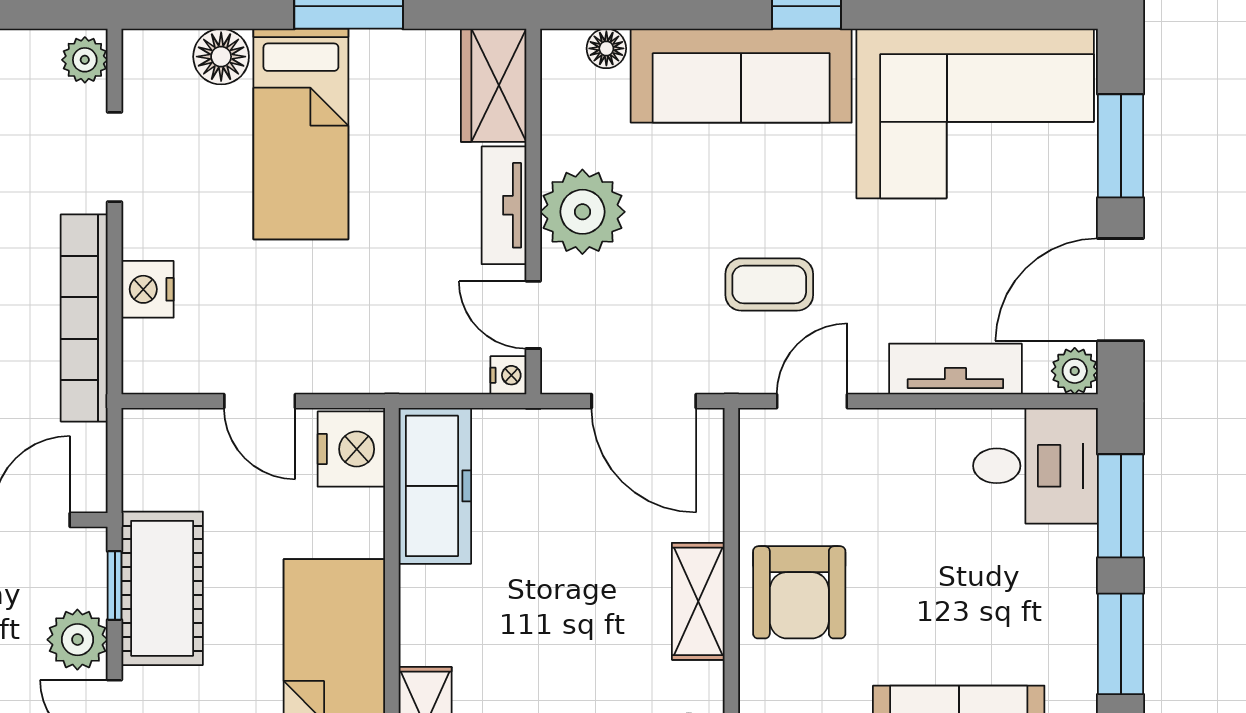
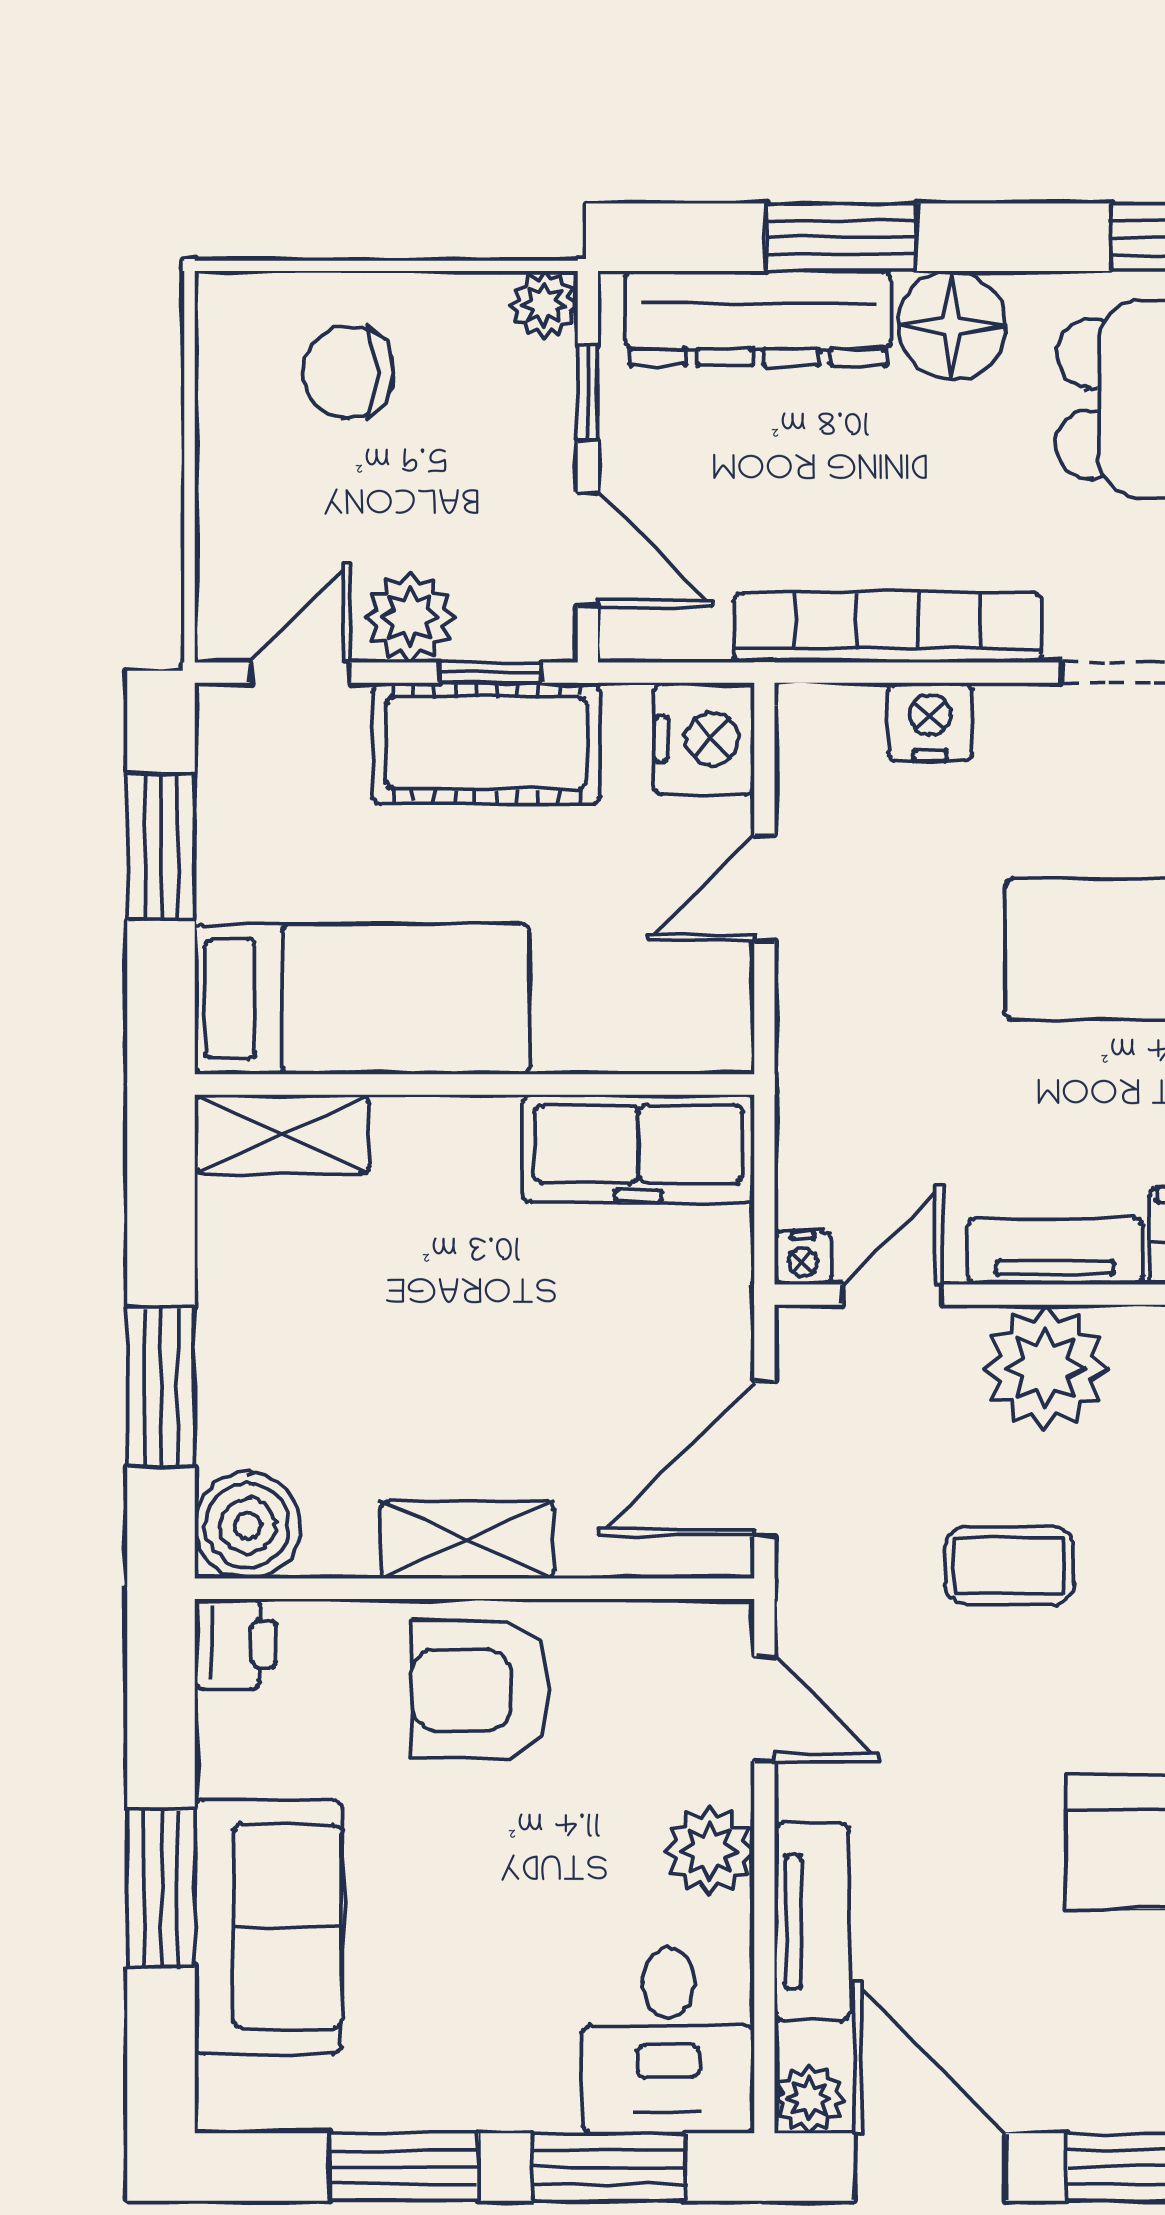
coffee table: (769, 284) -> (1009, 1566), moved, turned 90
plant: (908, 438) -> (710, 1851), added
nightstand: (351, 449) -> (704, 739), moved, turned -90

